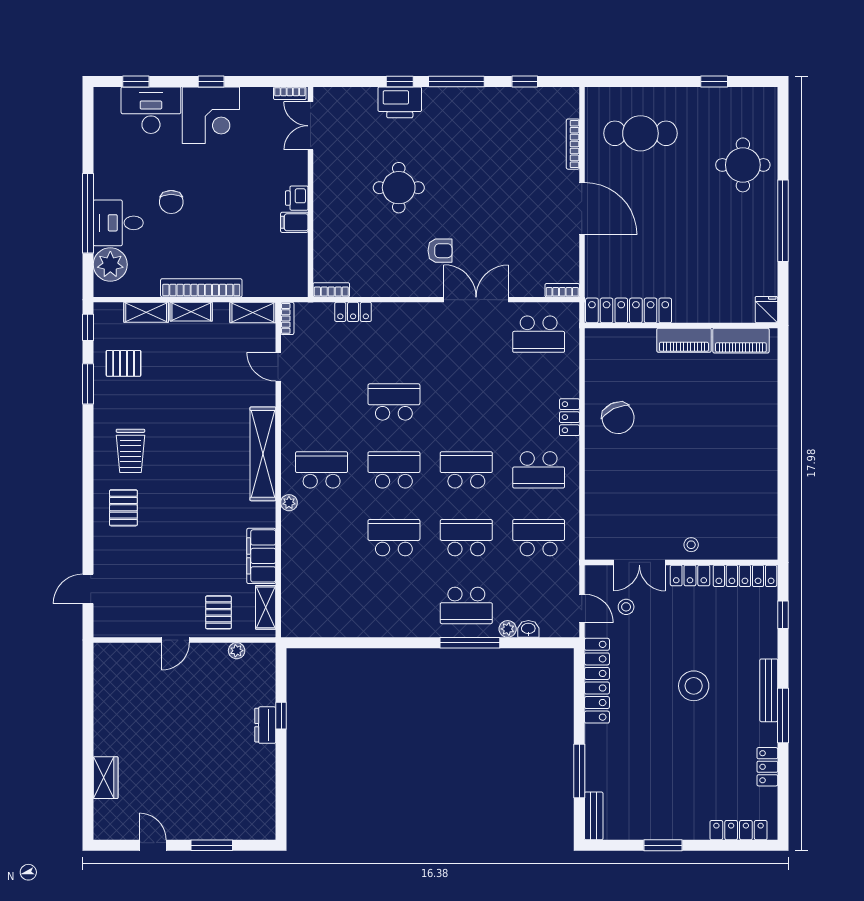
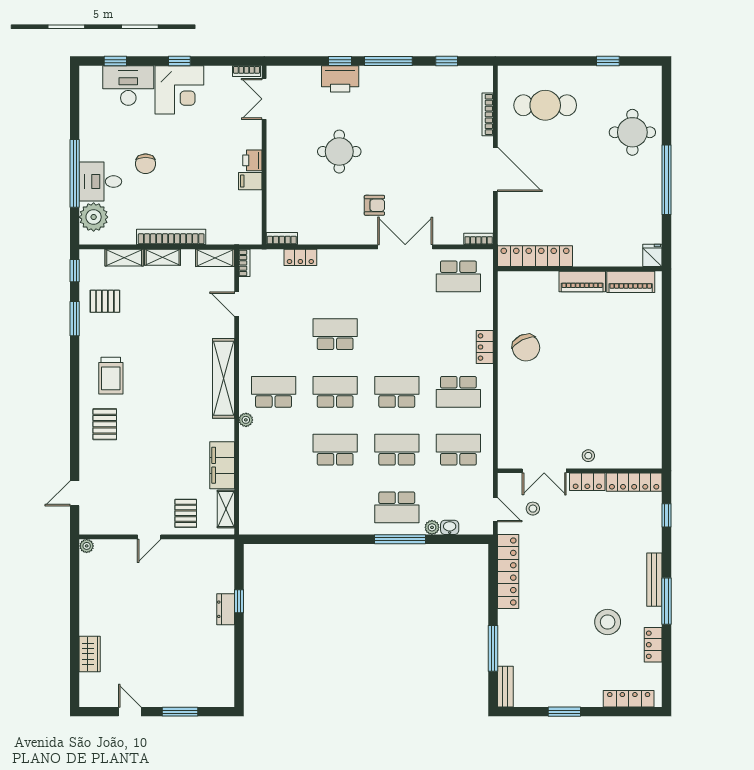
plant: (237, 651) -> (87, 546), moved
stool: (694, 686) -> (608, 622), moved

